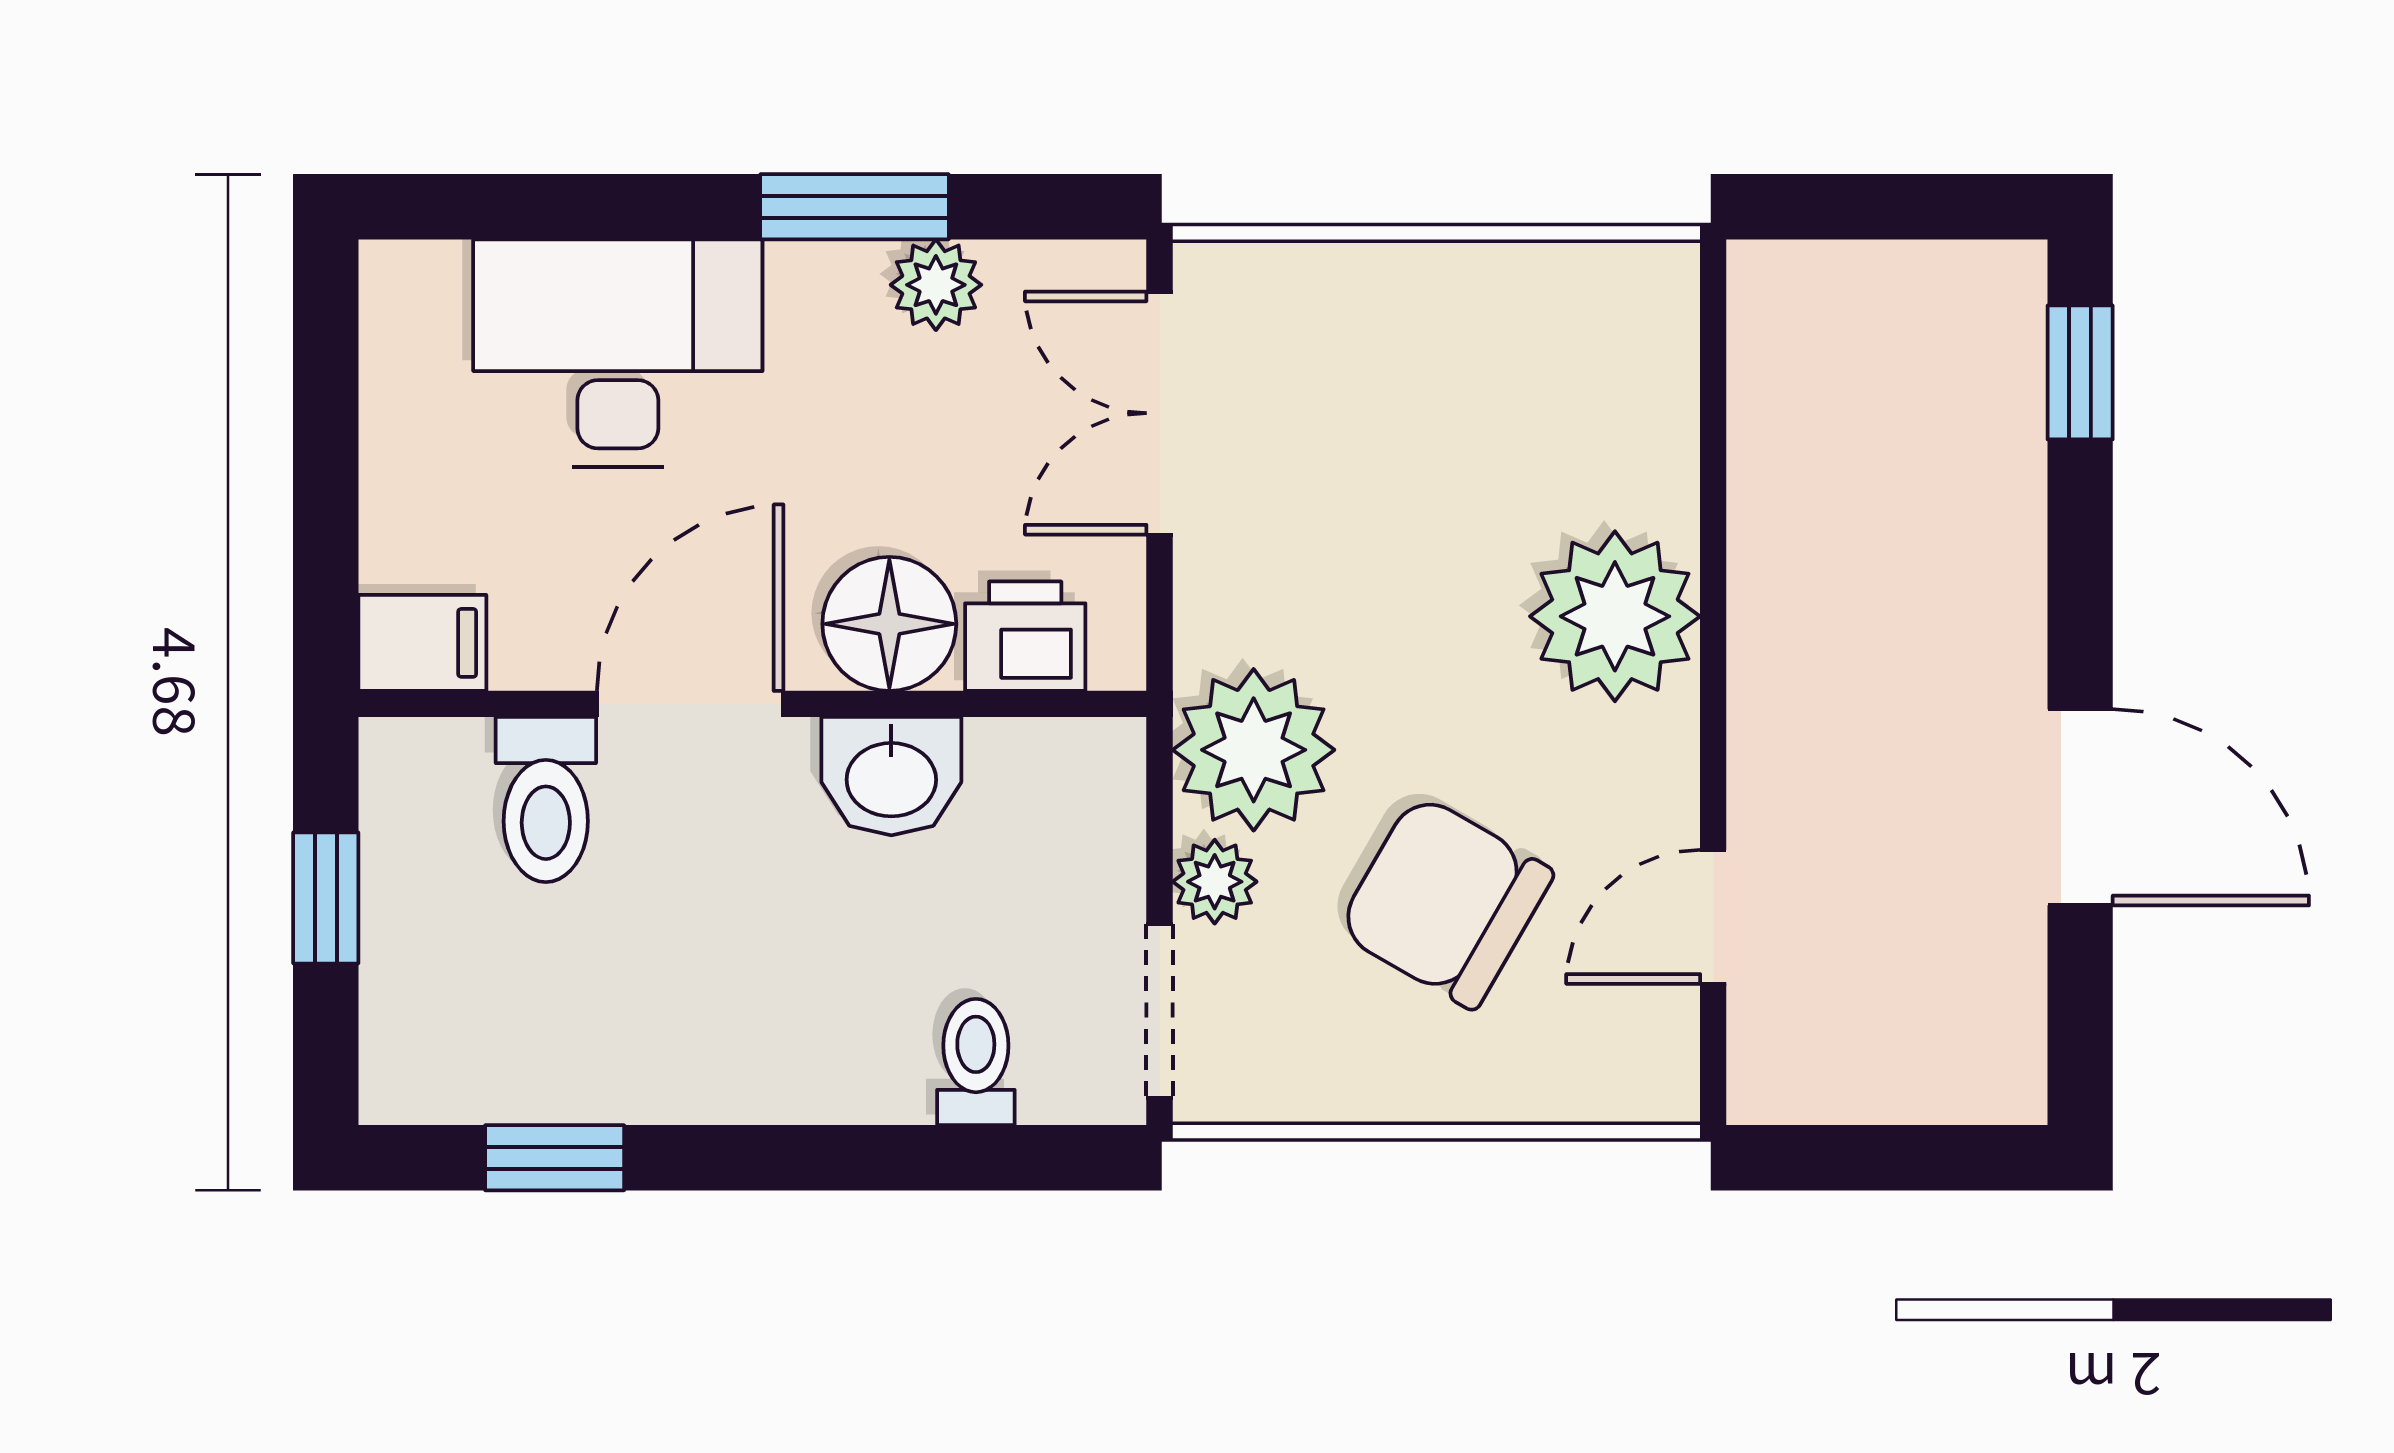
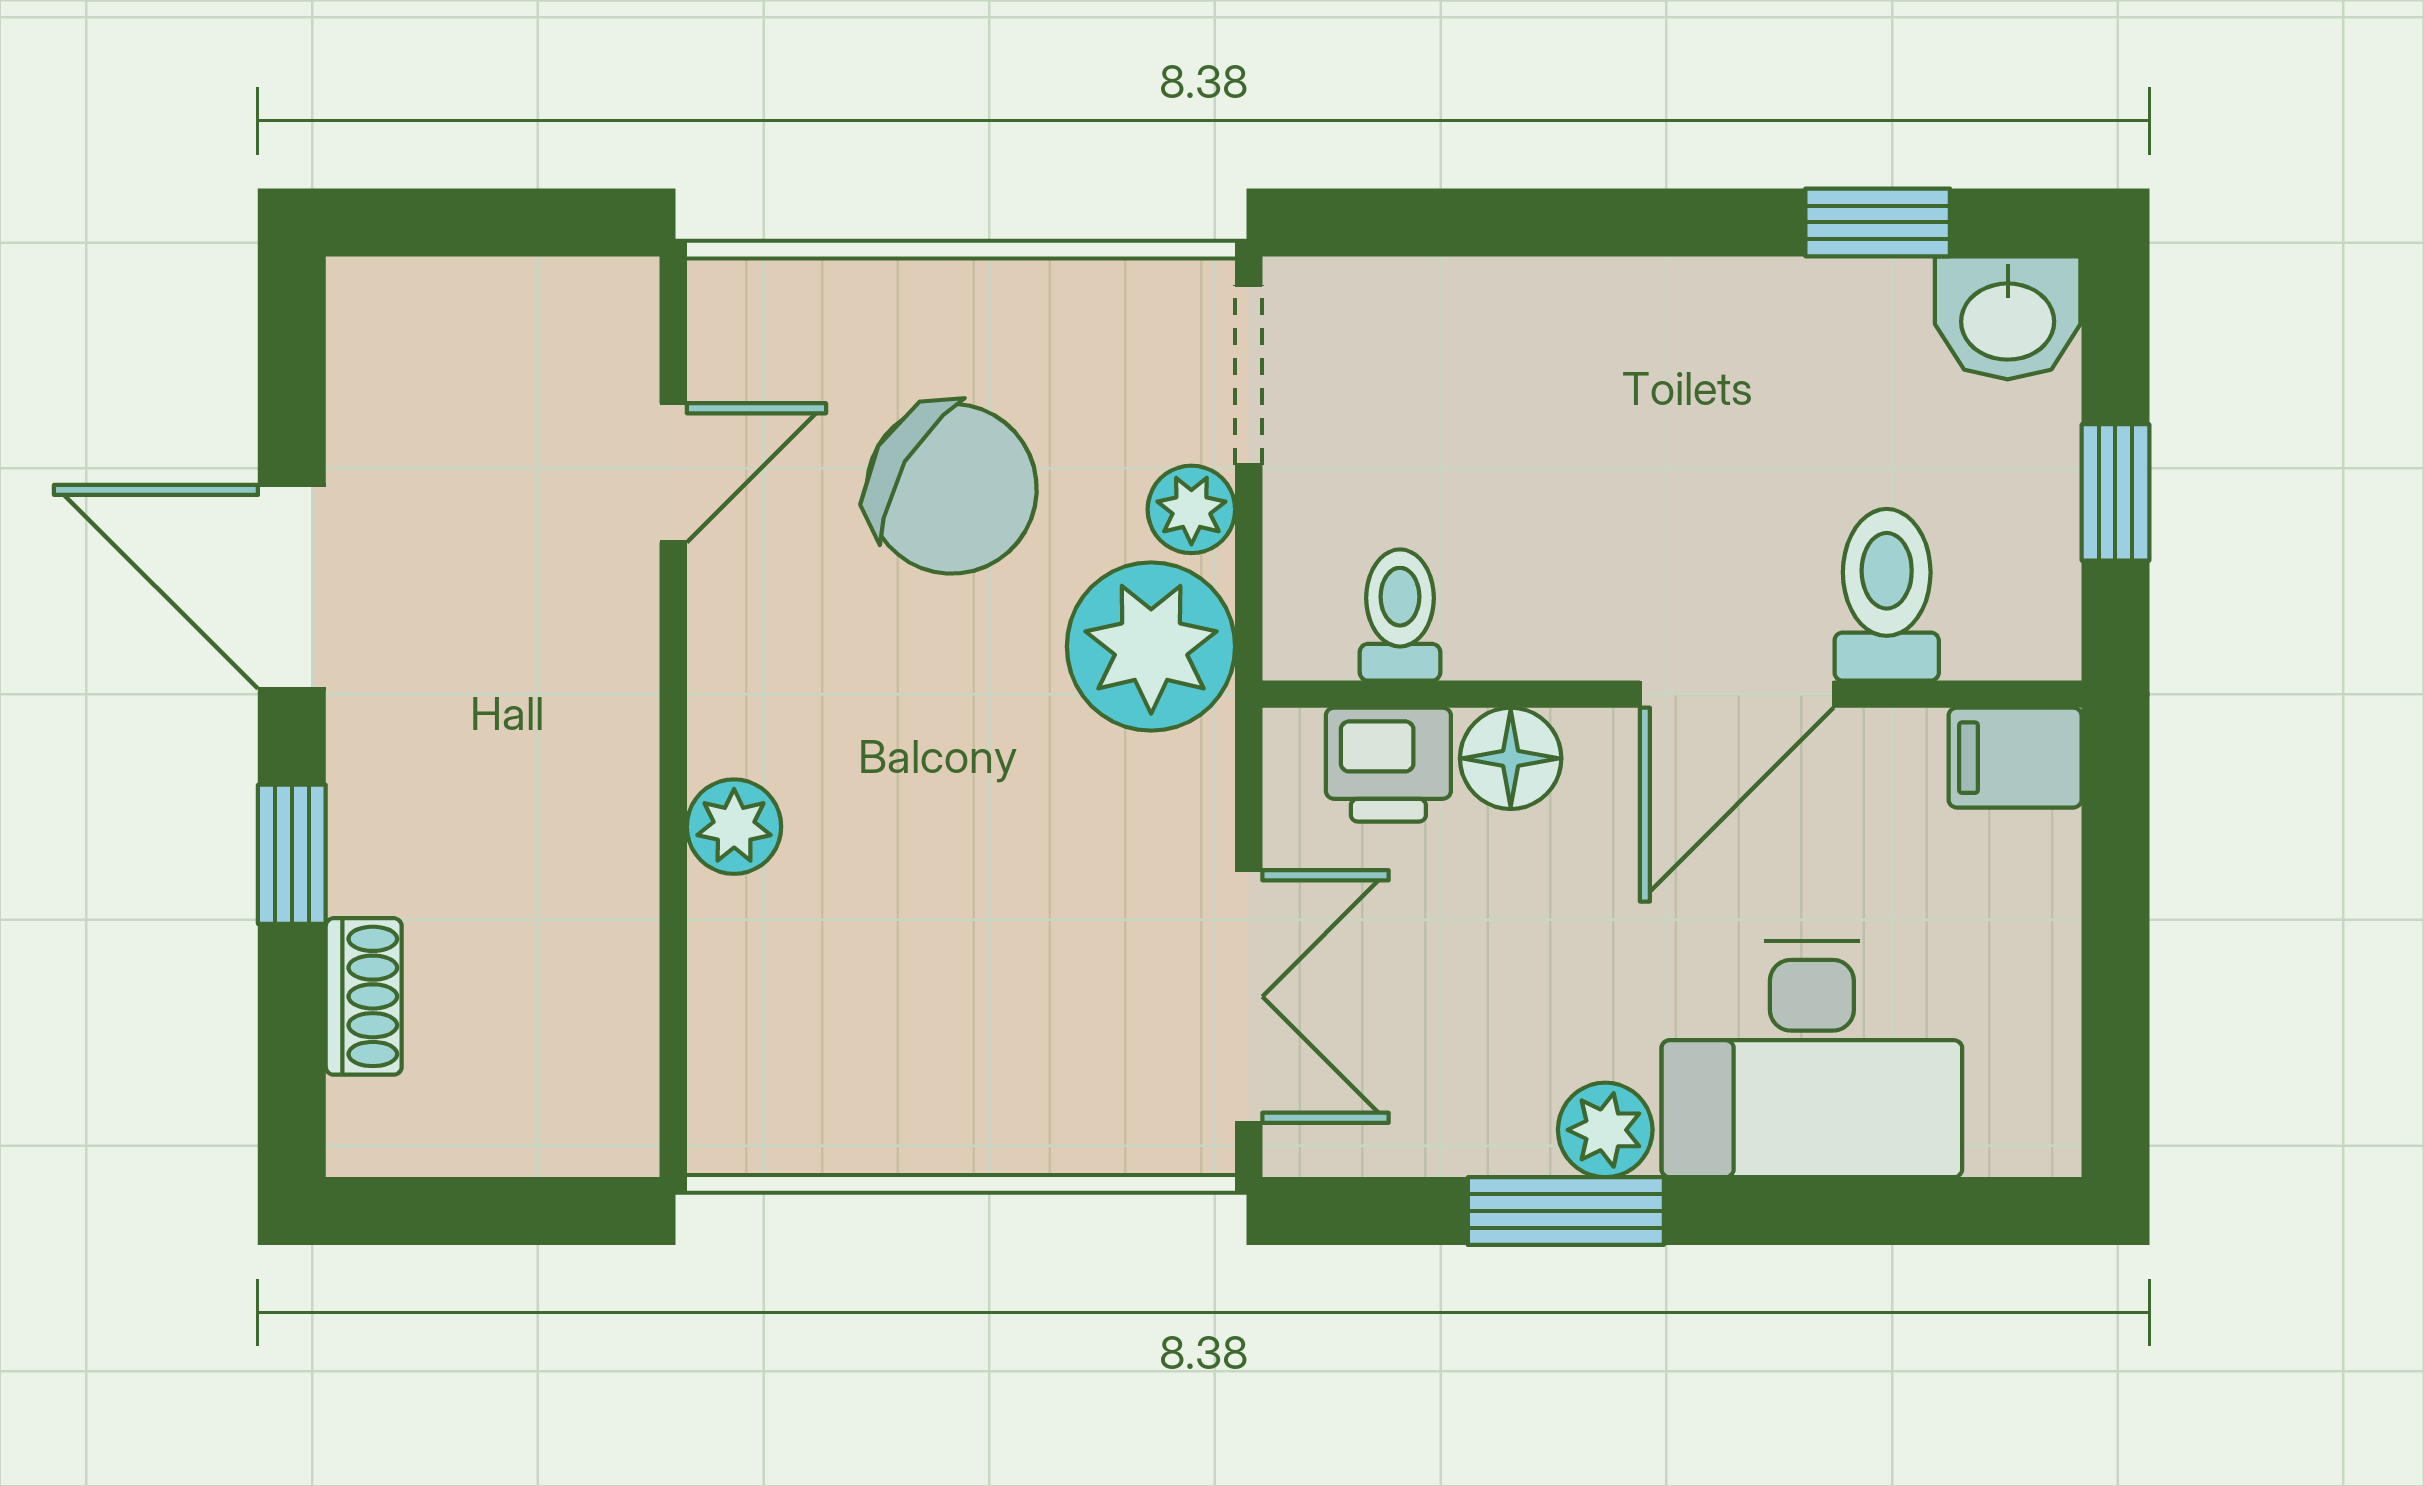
plant: (936, 285) -> (1605, 1130), moved
window: (2080, 372) -> (292, 854), moved
shoe rack: (2011, 413) -> (364, 996), added
plant: (1615, 616) -> (734, 827), width x0.53, depth x0.53
floor lamp: (889, 624) -> (1511, 758), width x0.73, depth x0.73
washbasin: (891, 776) -> (2008, 318), moved, turned 180
toilet: (976, 1062) -> (1400, 615), moved, turned 180

